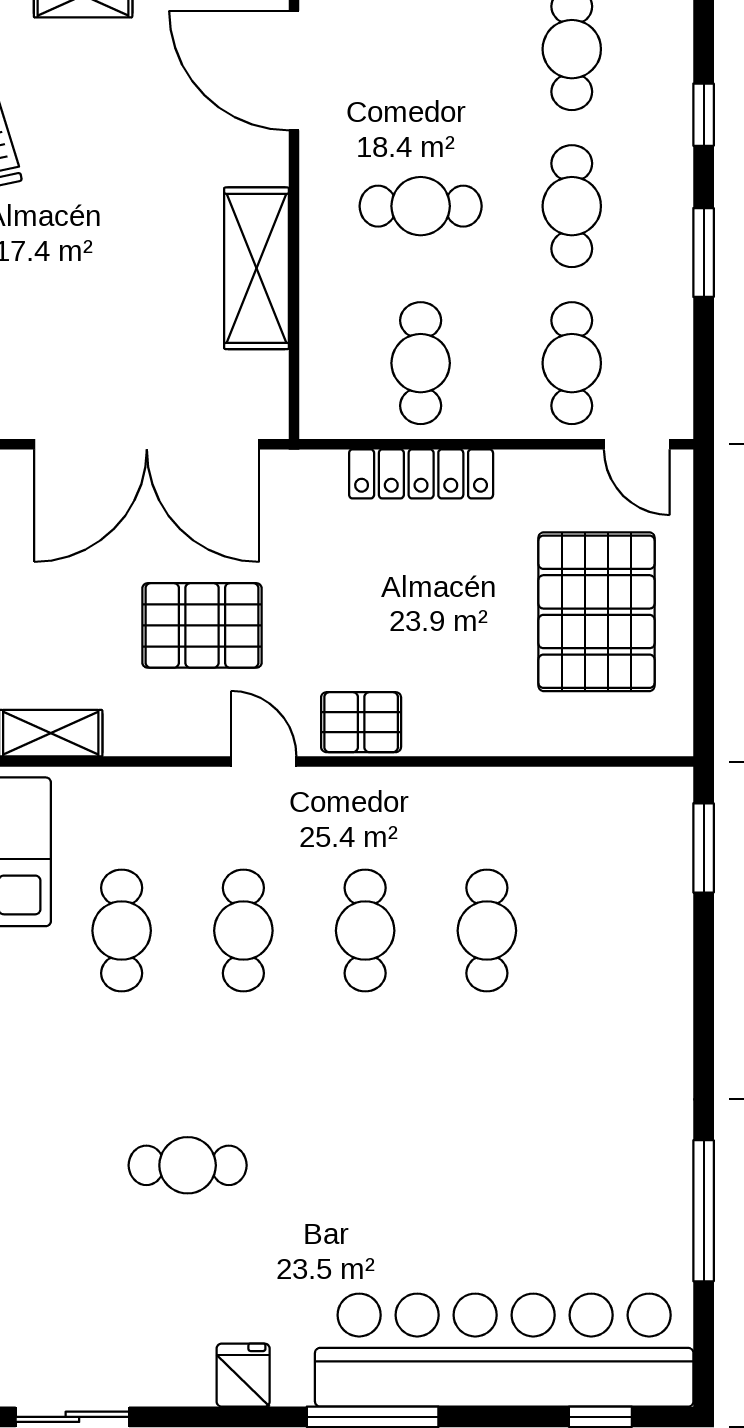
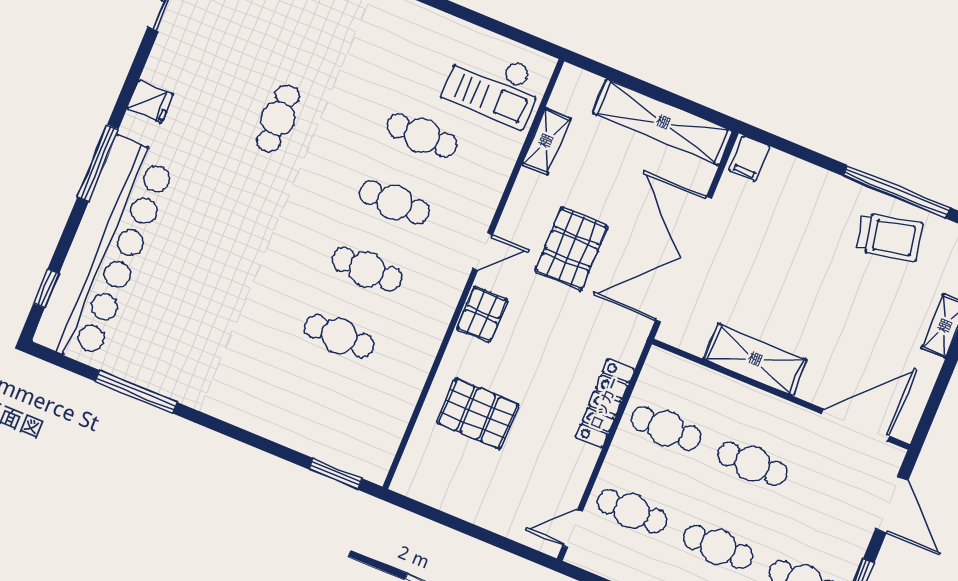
cafe table: (421, 206) -> (752, 464), turned 90
pallet: (597, 612) -> (478, 414), moved, width x0.73, depth x0.71

